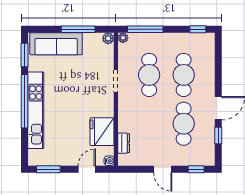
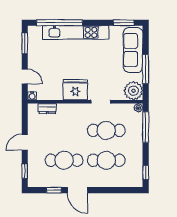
plant: (108, 38) -> (133, 91), width x1.88, depth x1.88
window: (24, 101) -> (60, 23), moved
fridge: (102, 132) -> (75, 90), moved

